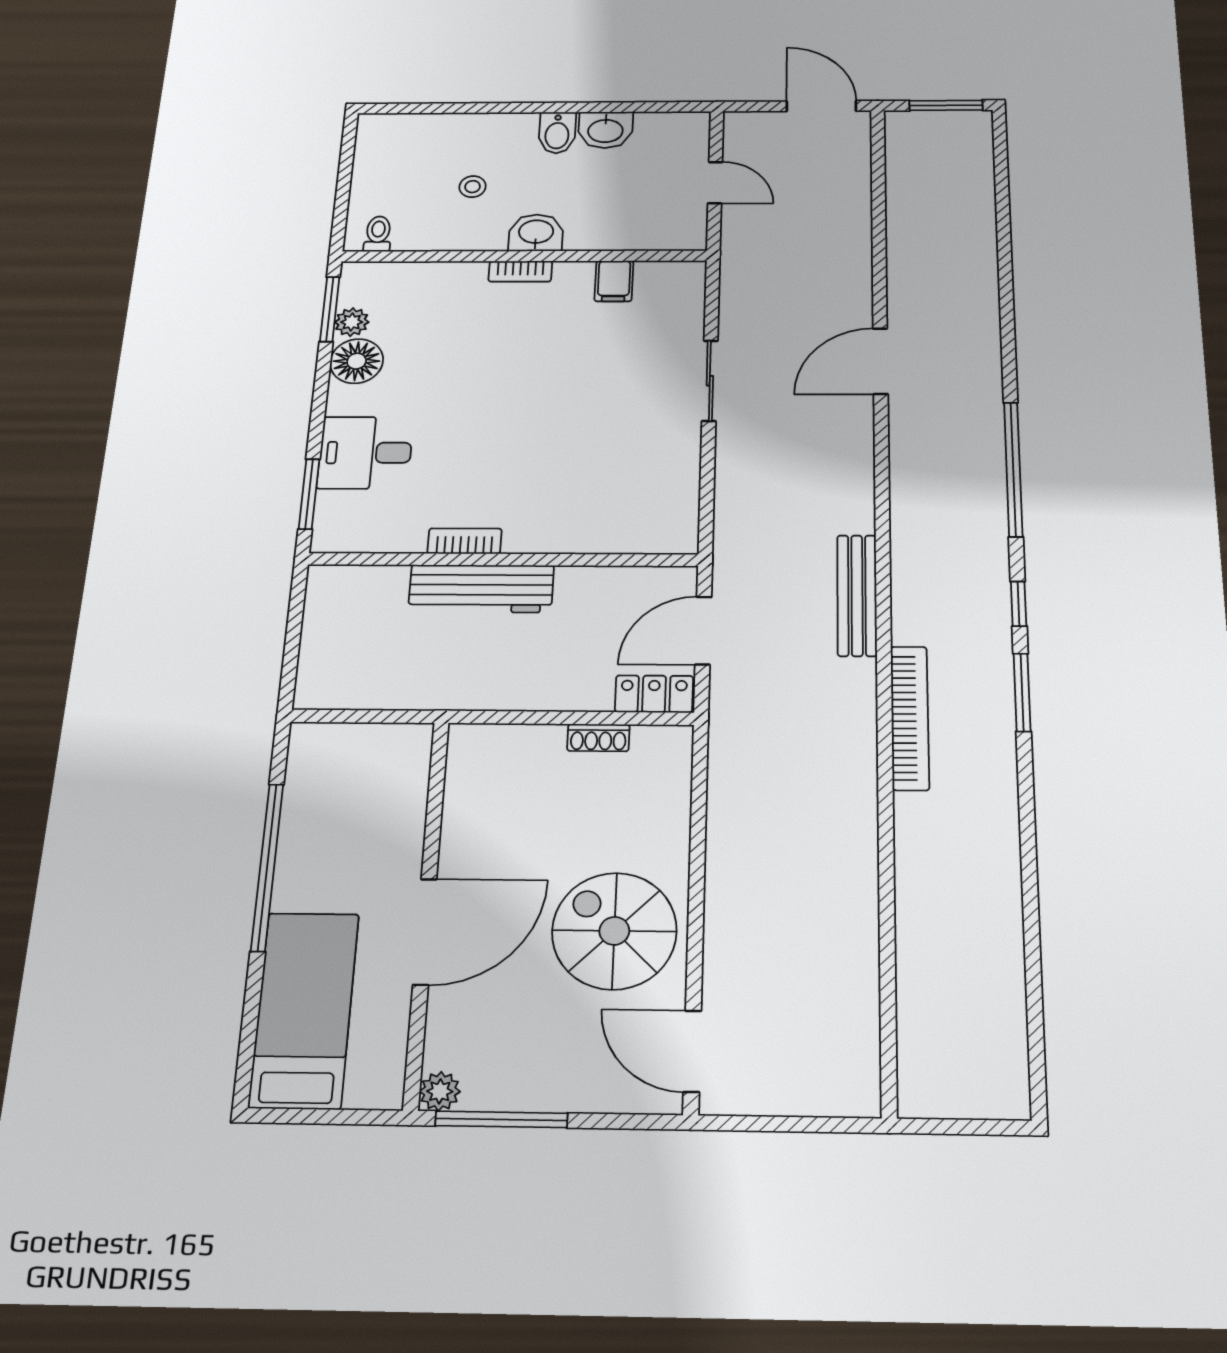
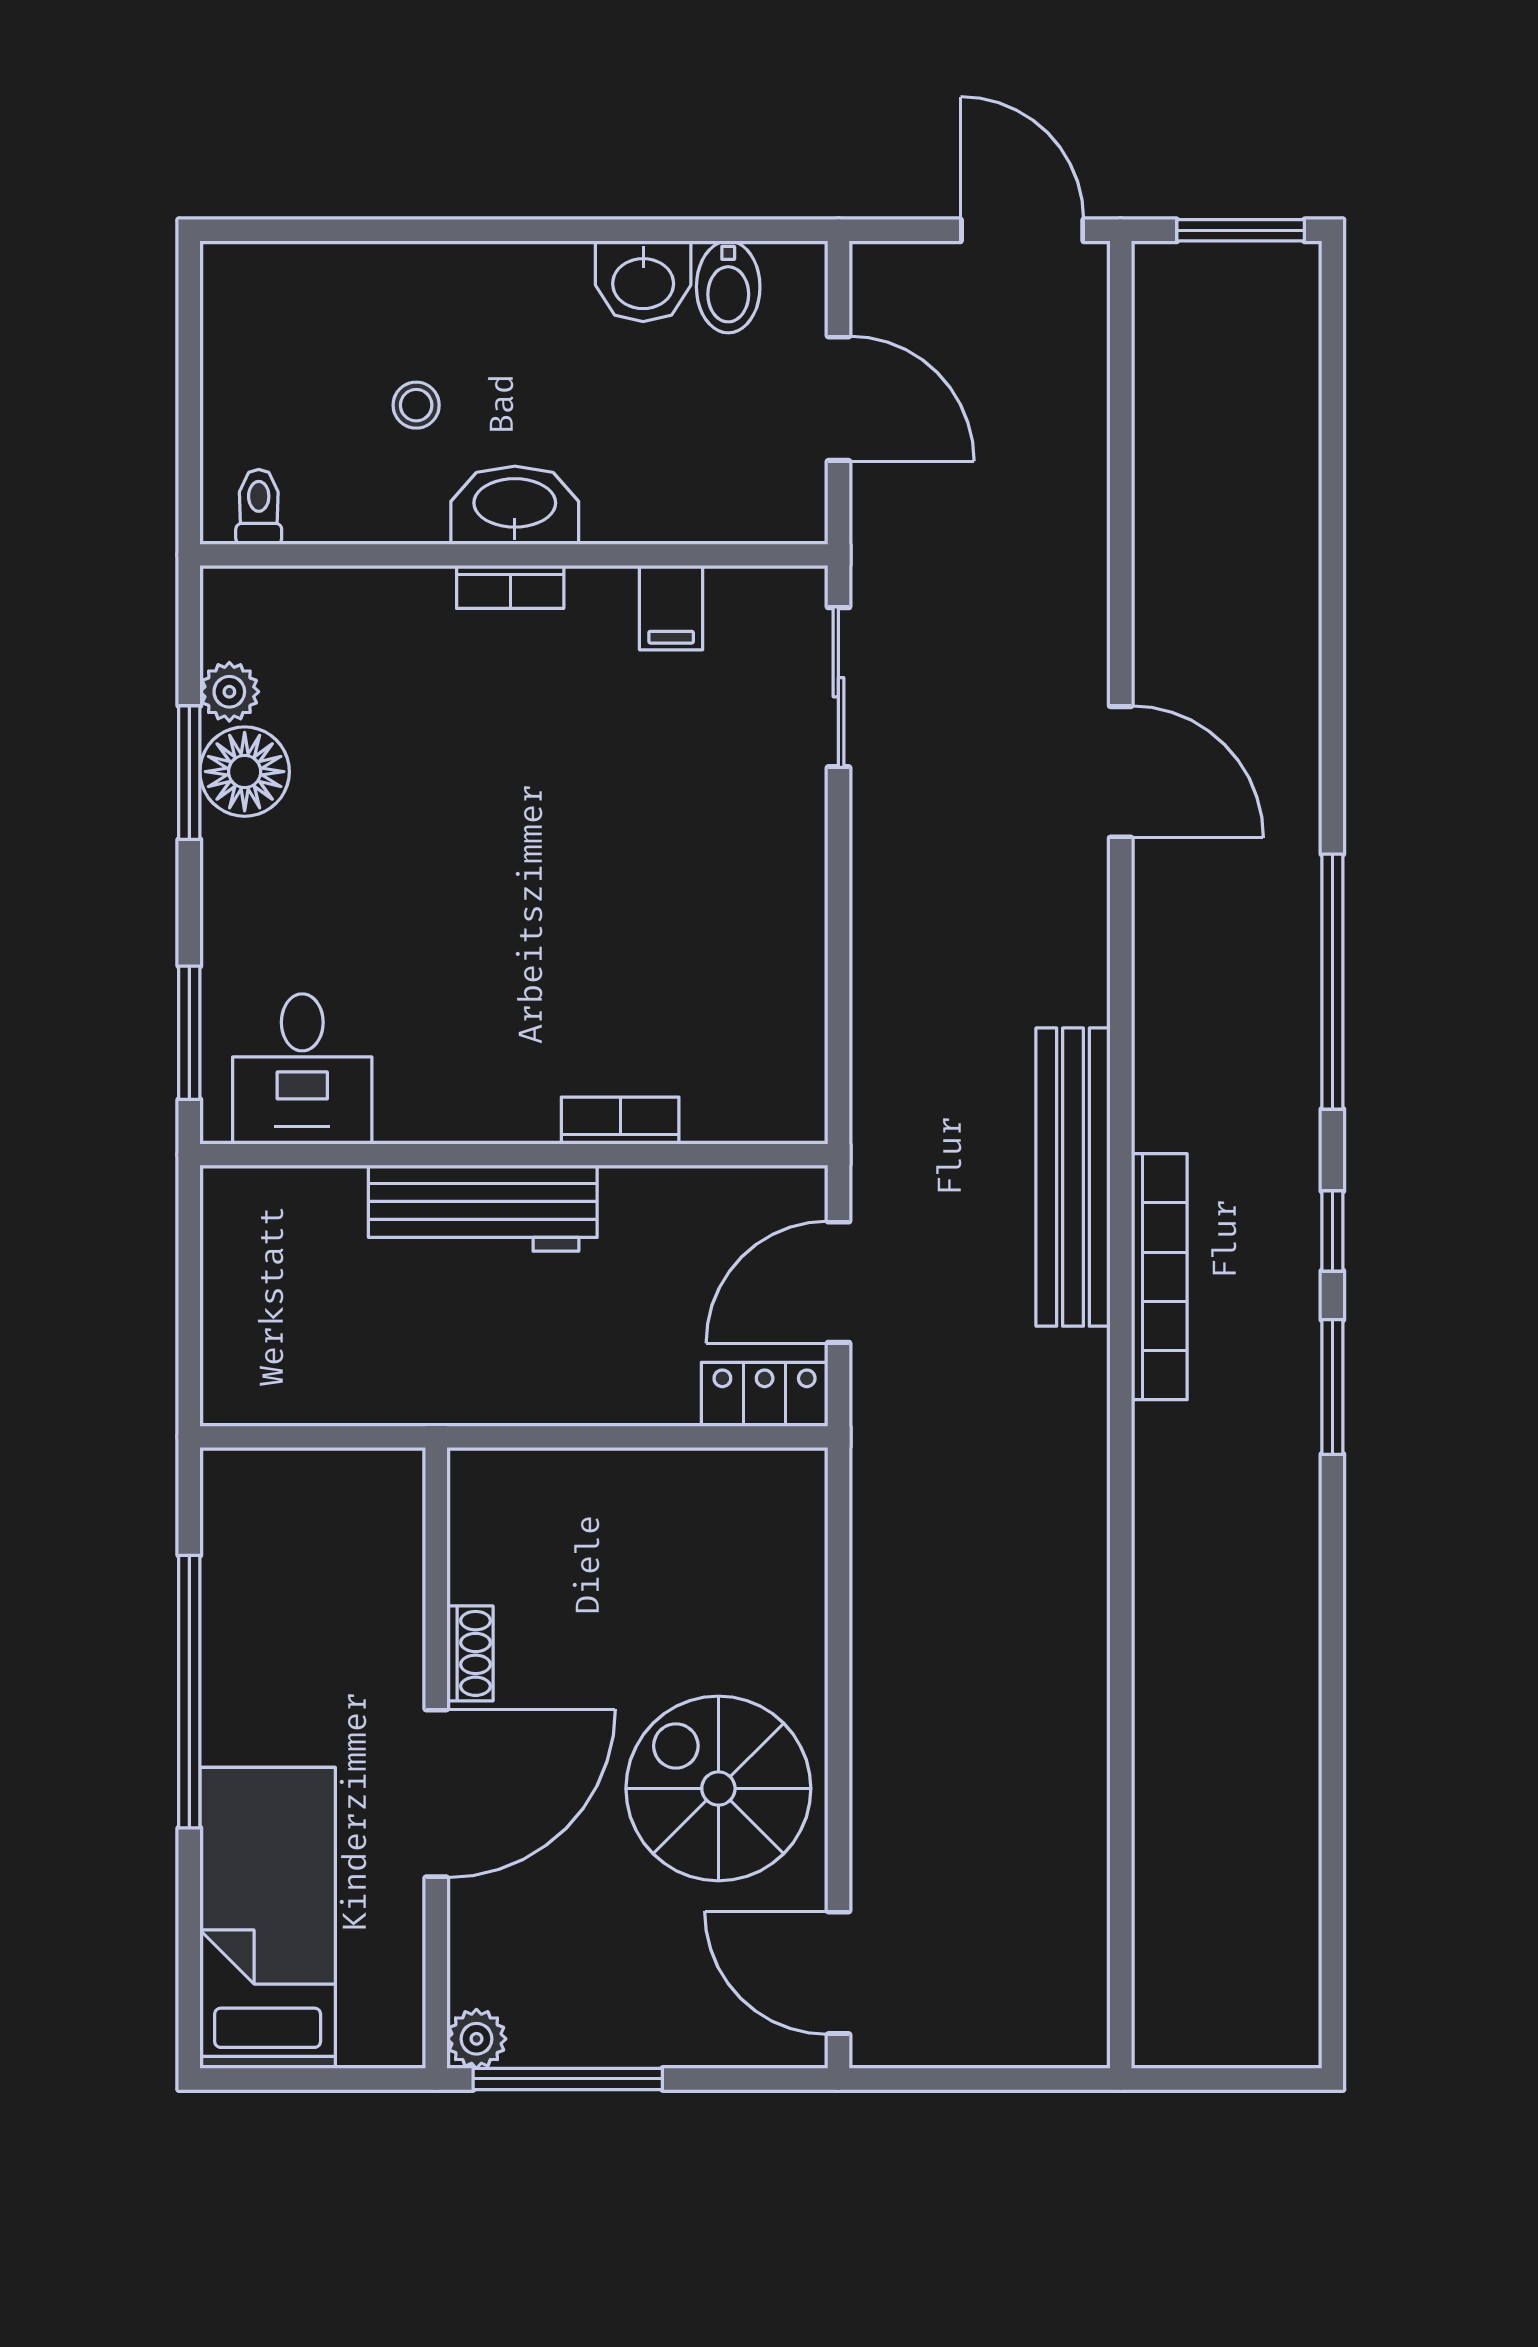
bidet: (557, 133) -> (728, 287), moved
door: (715, 183) -> (838, 399), width x1.38
washbasin: (536, 233) -> (515, 505), width x1.38
window: (330, 309) -> (189, 773), moved
door: (880, 361) -> (1121, 772), swing flipped
sliding door: (710, 381) -> (838, 687), moved
desk: (365, 453) -> (302, 1069), moved, turned -90
bookcase: (465, 541) -> (620, 1121), moved
bench: (857, 595) -> (1073, 1177), width x1.37, depth x1.21
bookcase: (910, 718) -> (1159, 1277), moved
shoe rack: (598, 738) -> (470, 1653), moved, turned -90

